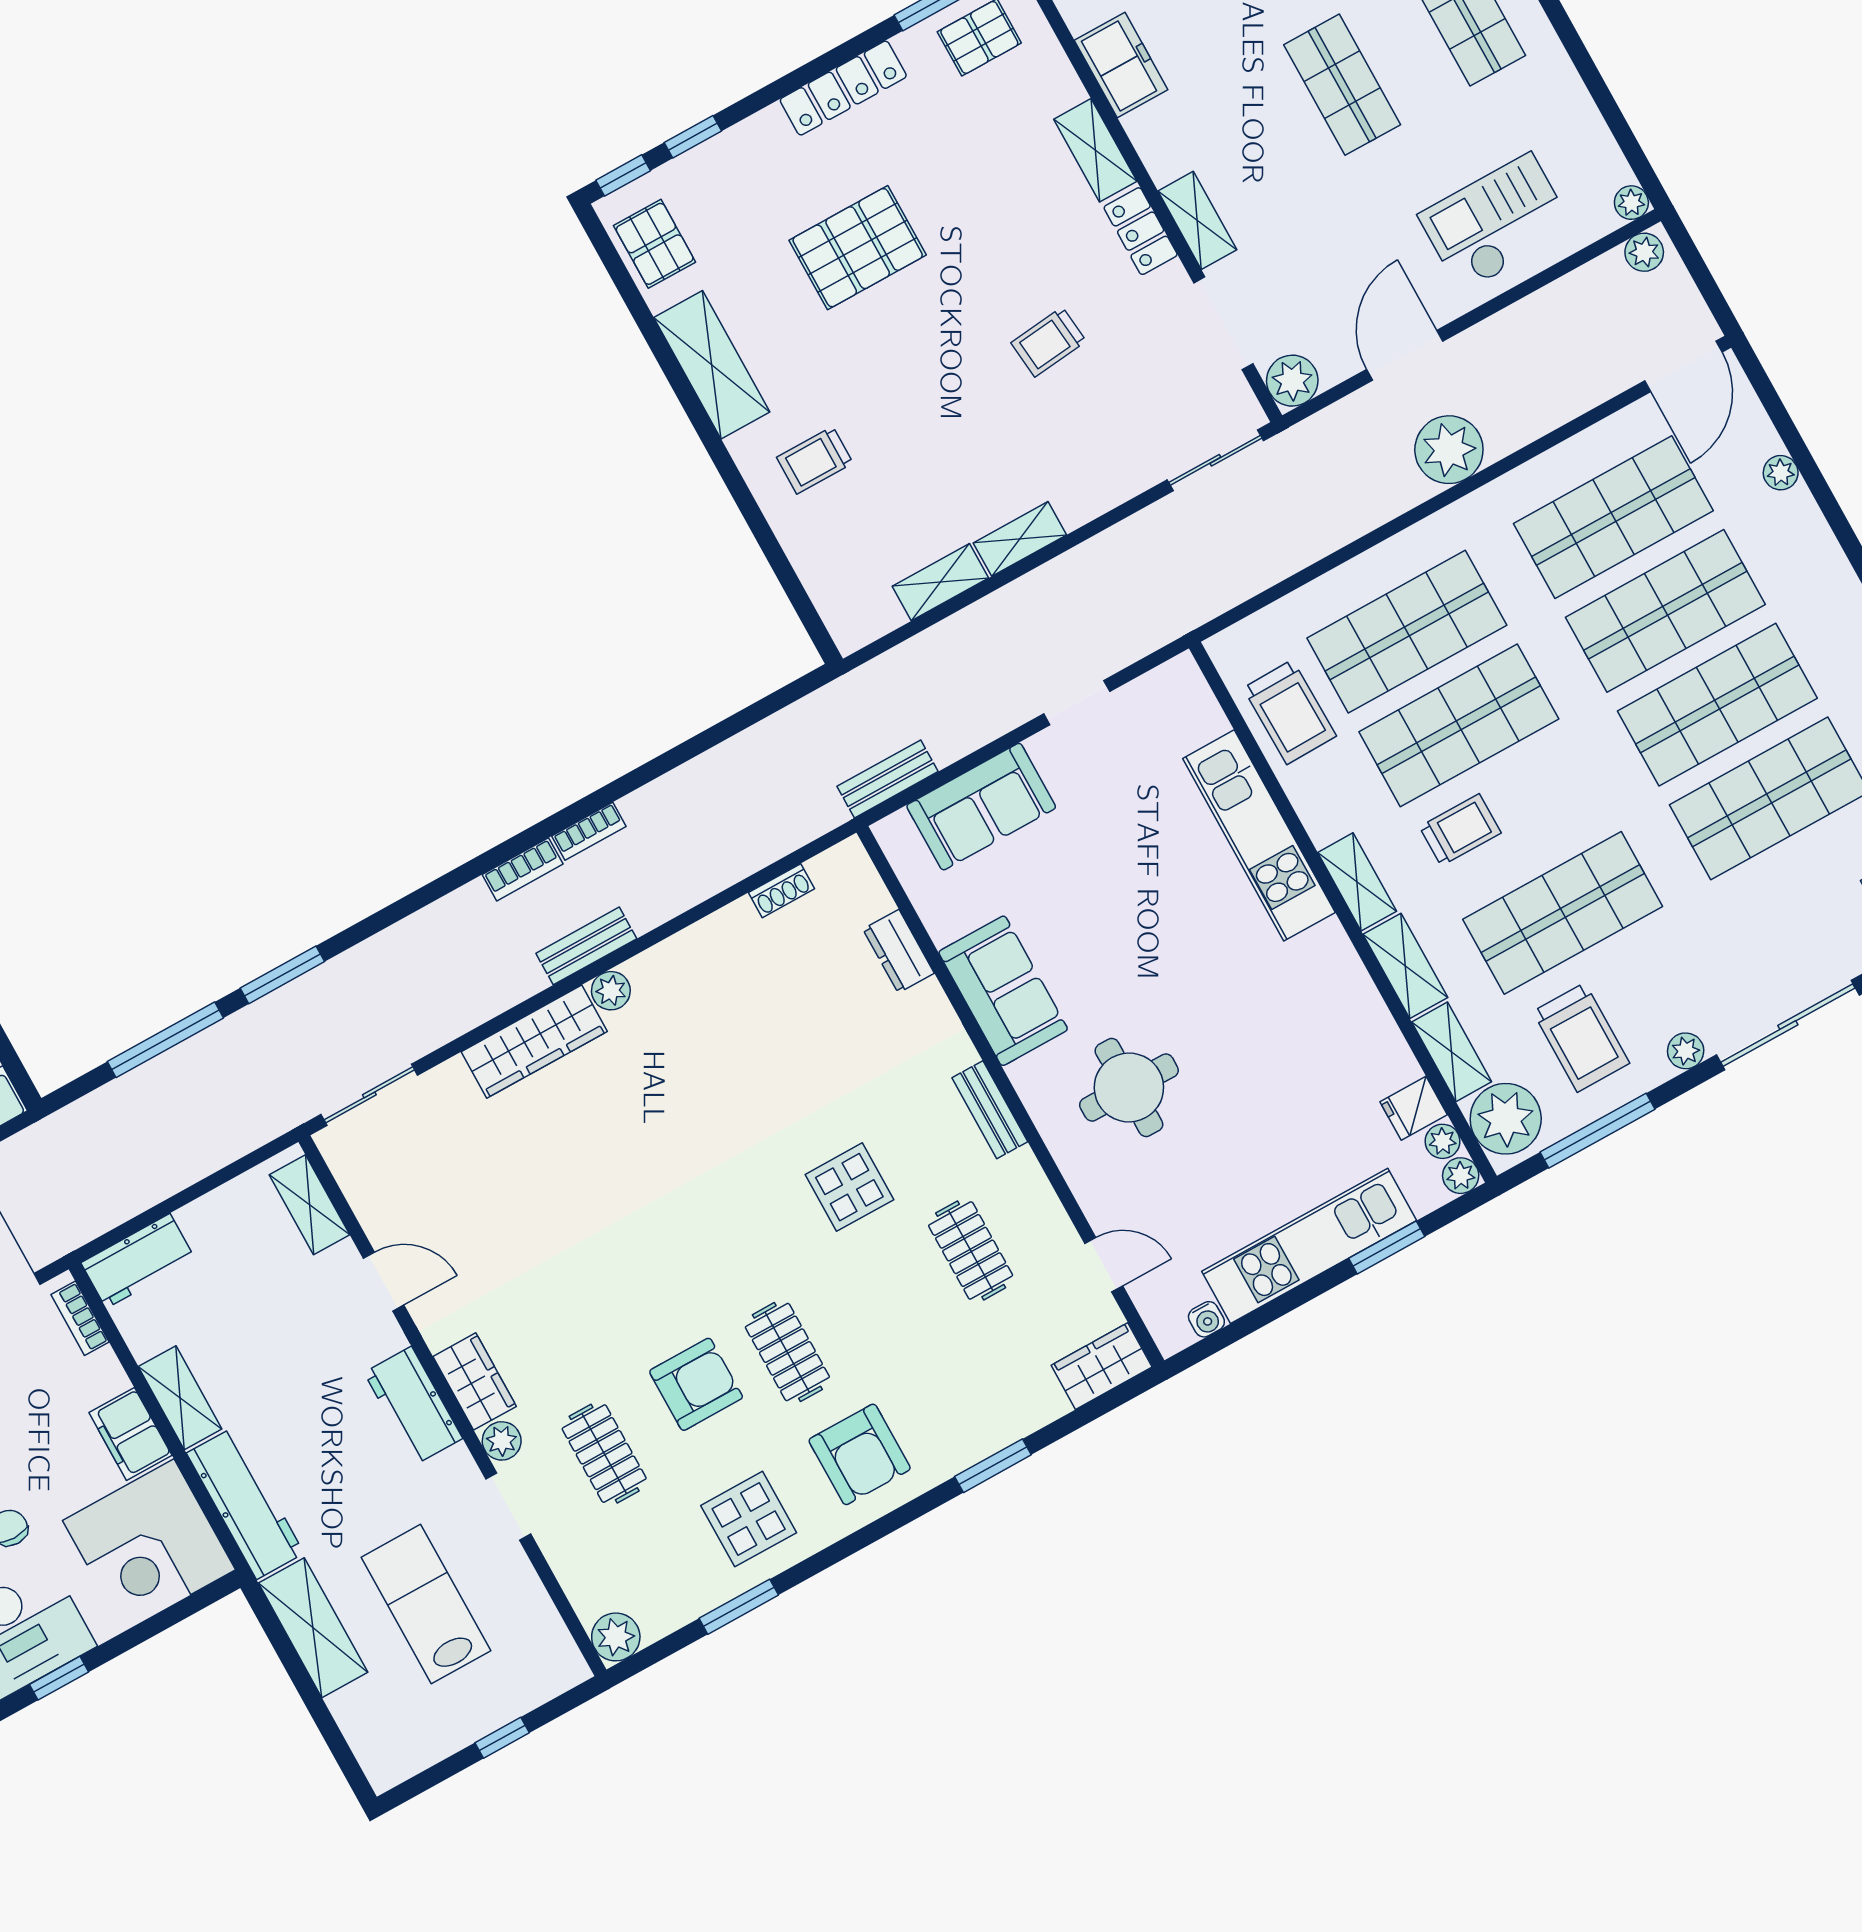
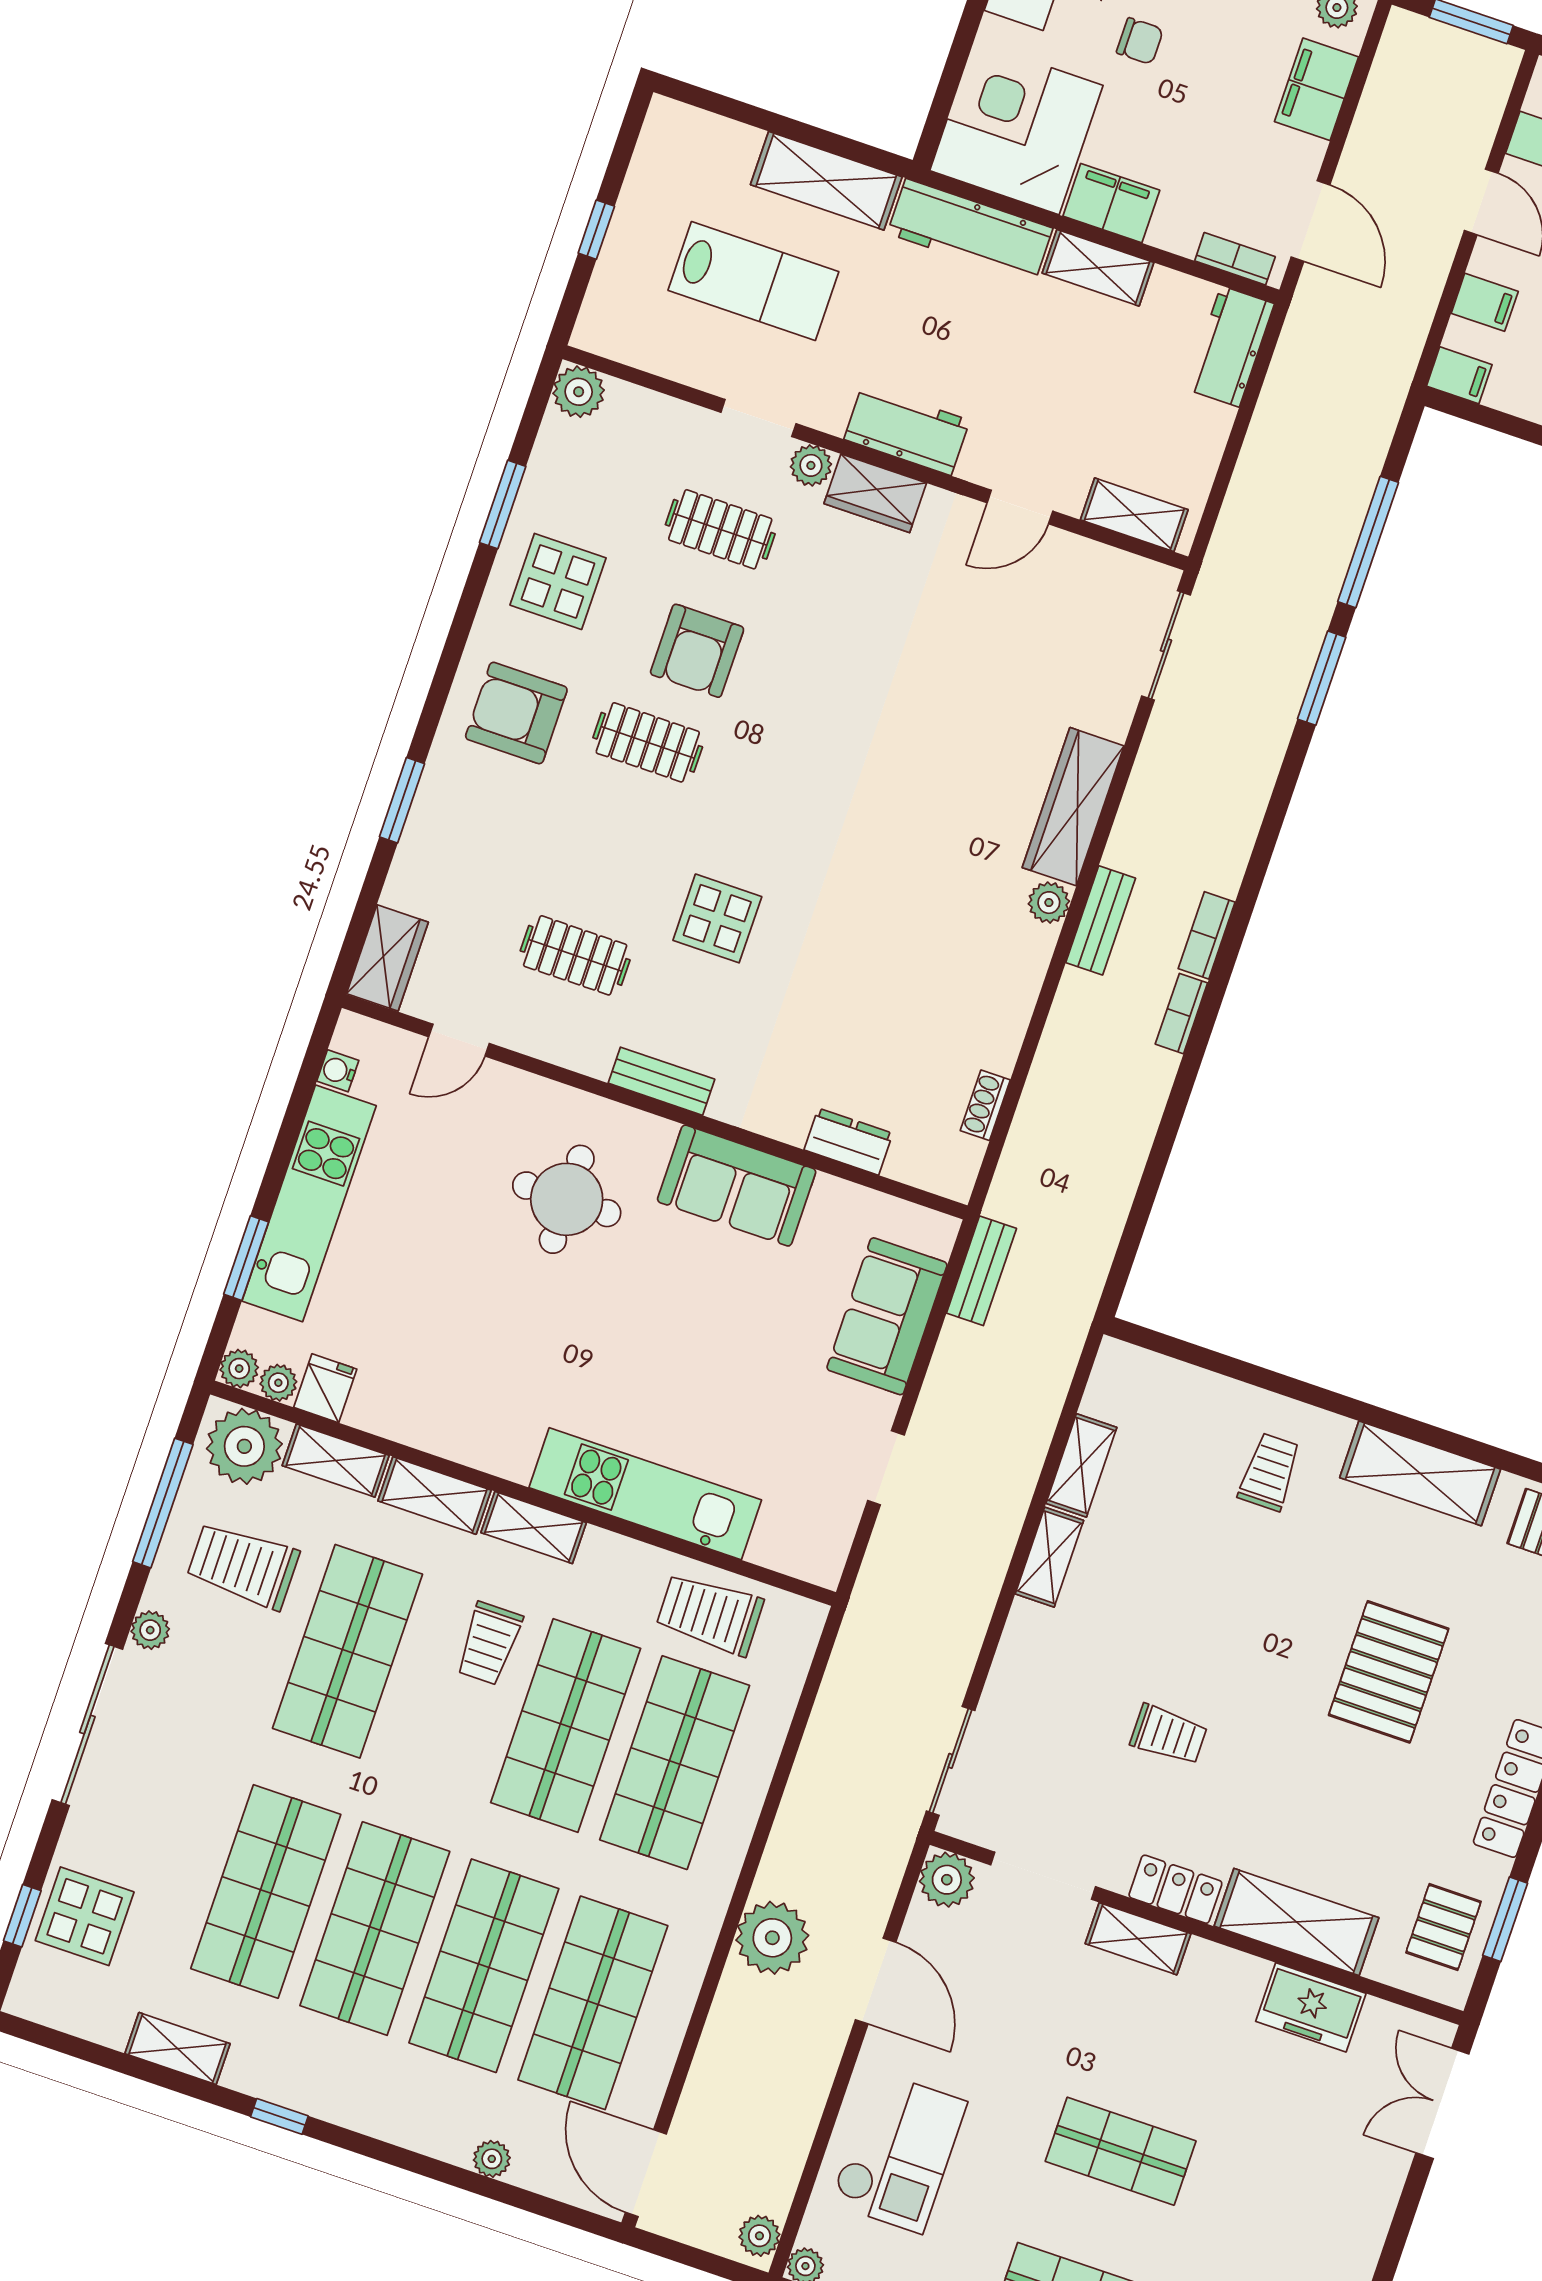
shelving: (1095, 150) -> (1296, 1922), width x1.50, depth x1.33
trolley: (1049, 342) -> (1169, 1735), turned 96

